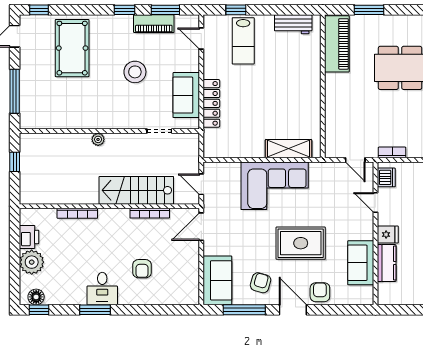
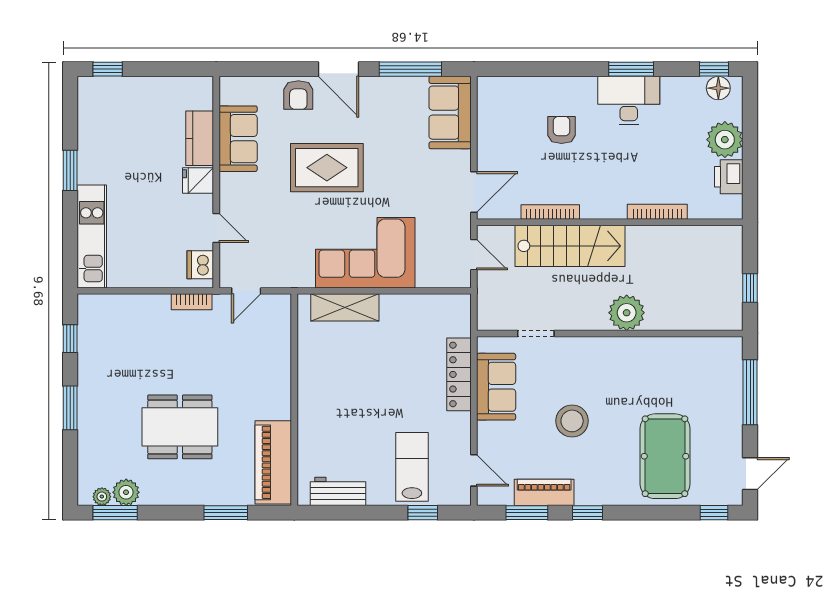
plant: (98, 139) -> (627, 313), width x1.88, depth x1.88
door: (355, 160) -> (246, 291), swing flipped
armchair: (261, 283) -> (386, 109), removed
desk: (102, 289) -> (629, 100), width x1.37

